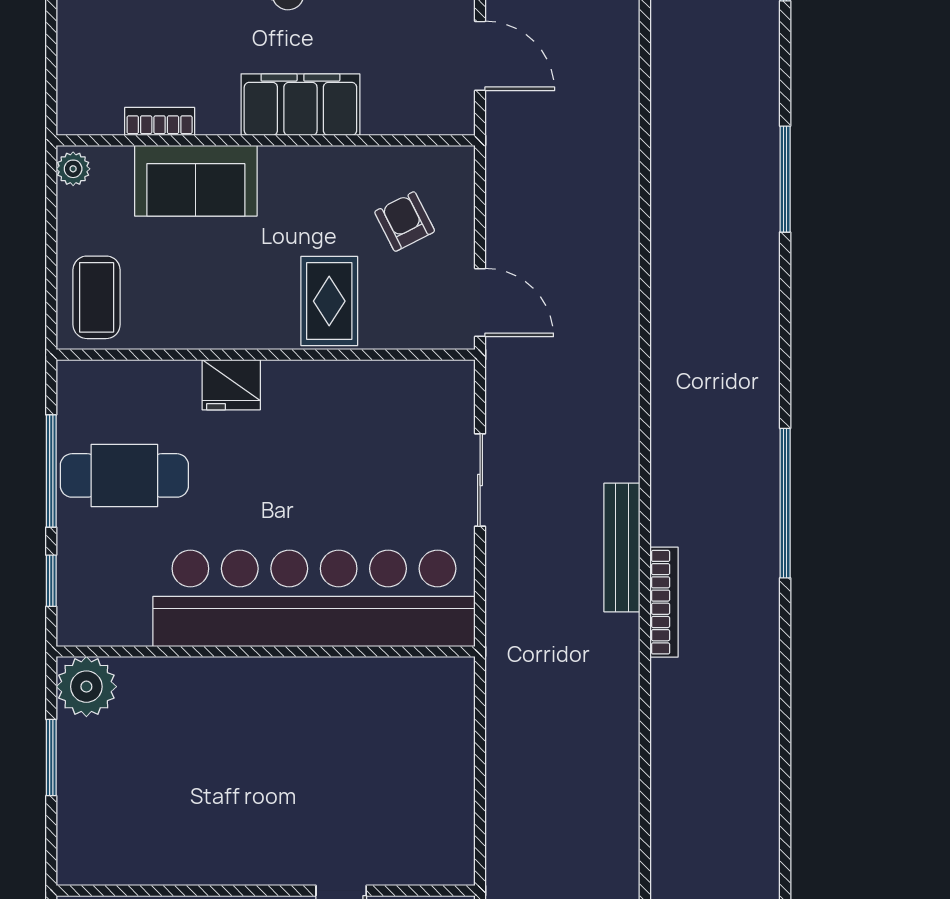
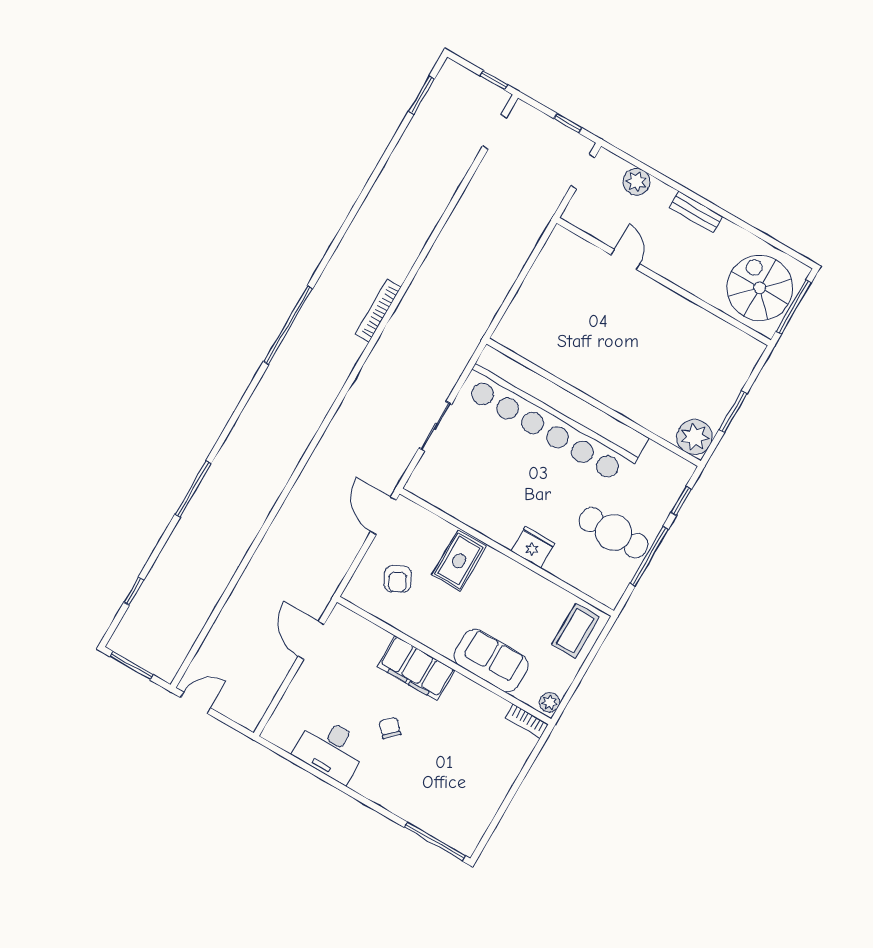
bookcase: (160, 121) -> (527, 721), moved
bench: (622, 547) -> (383, 351), removed

